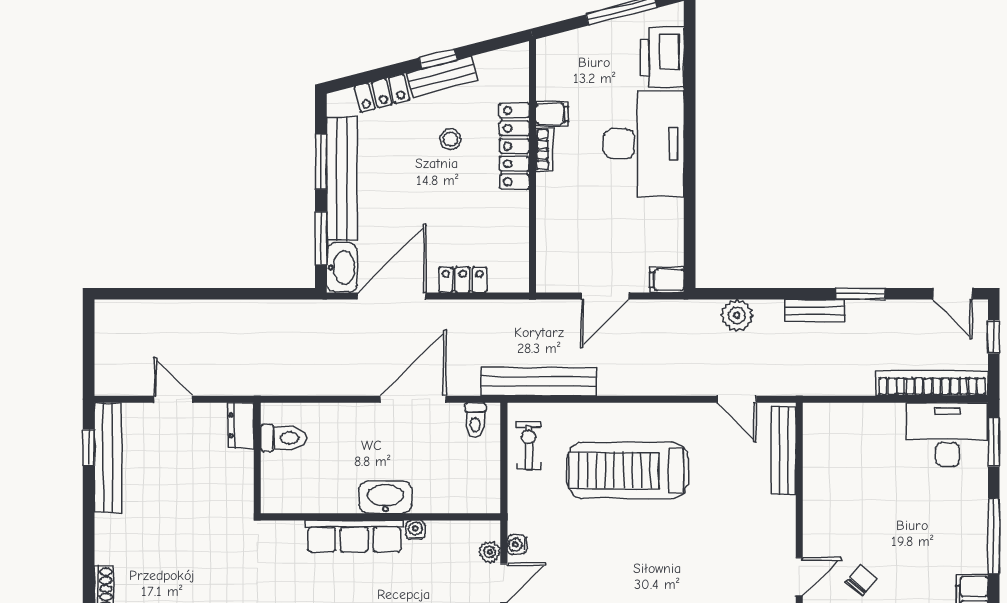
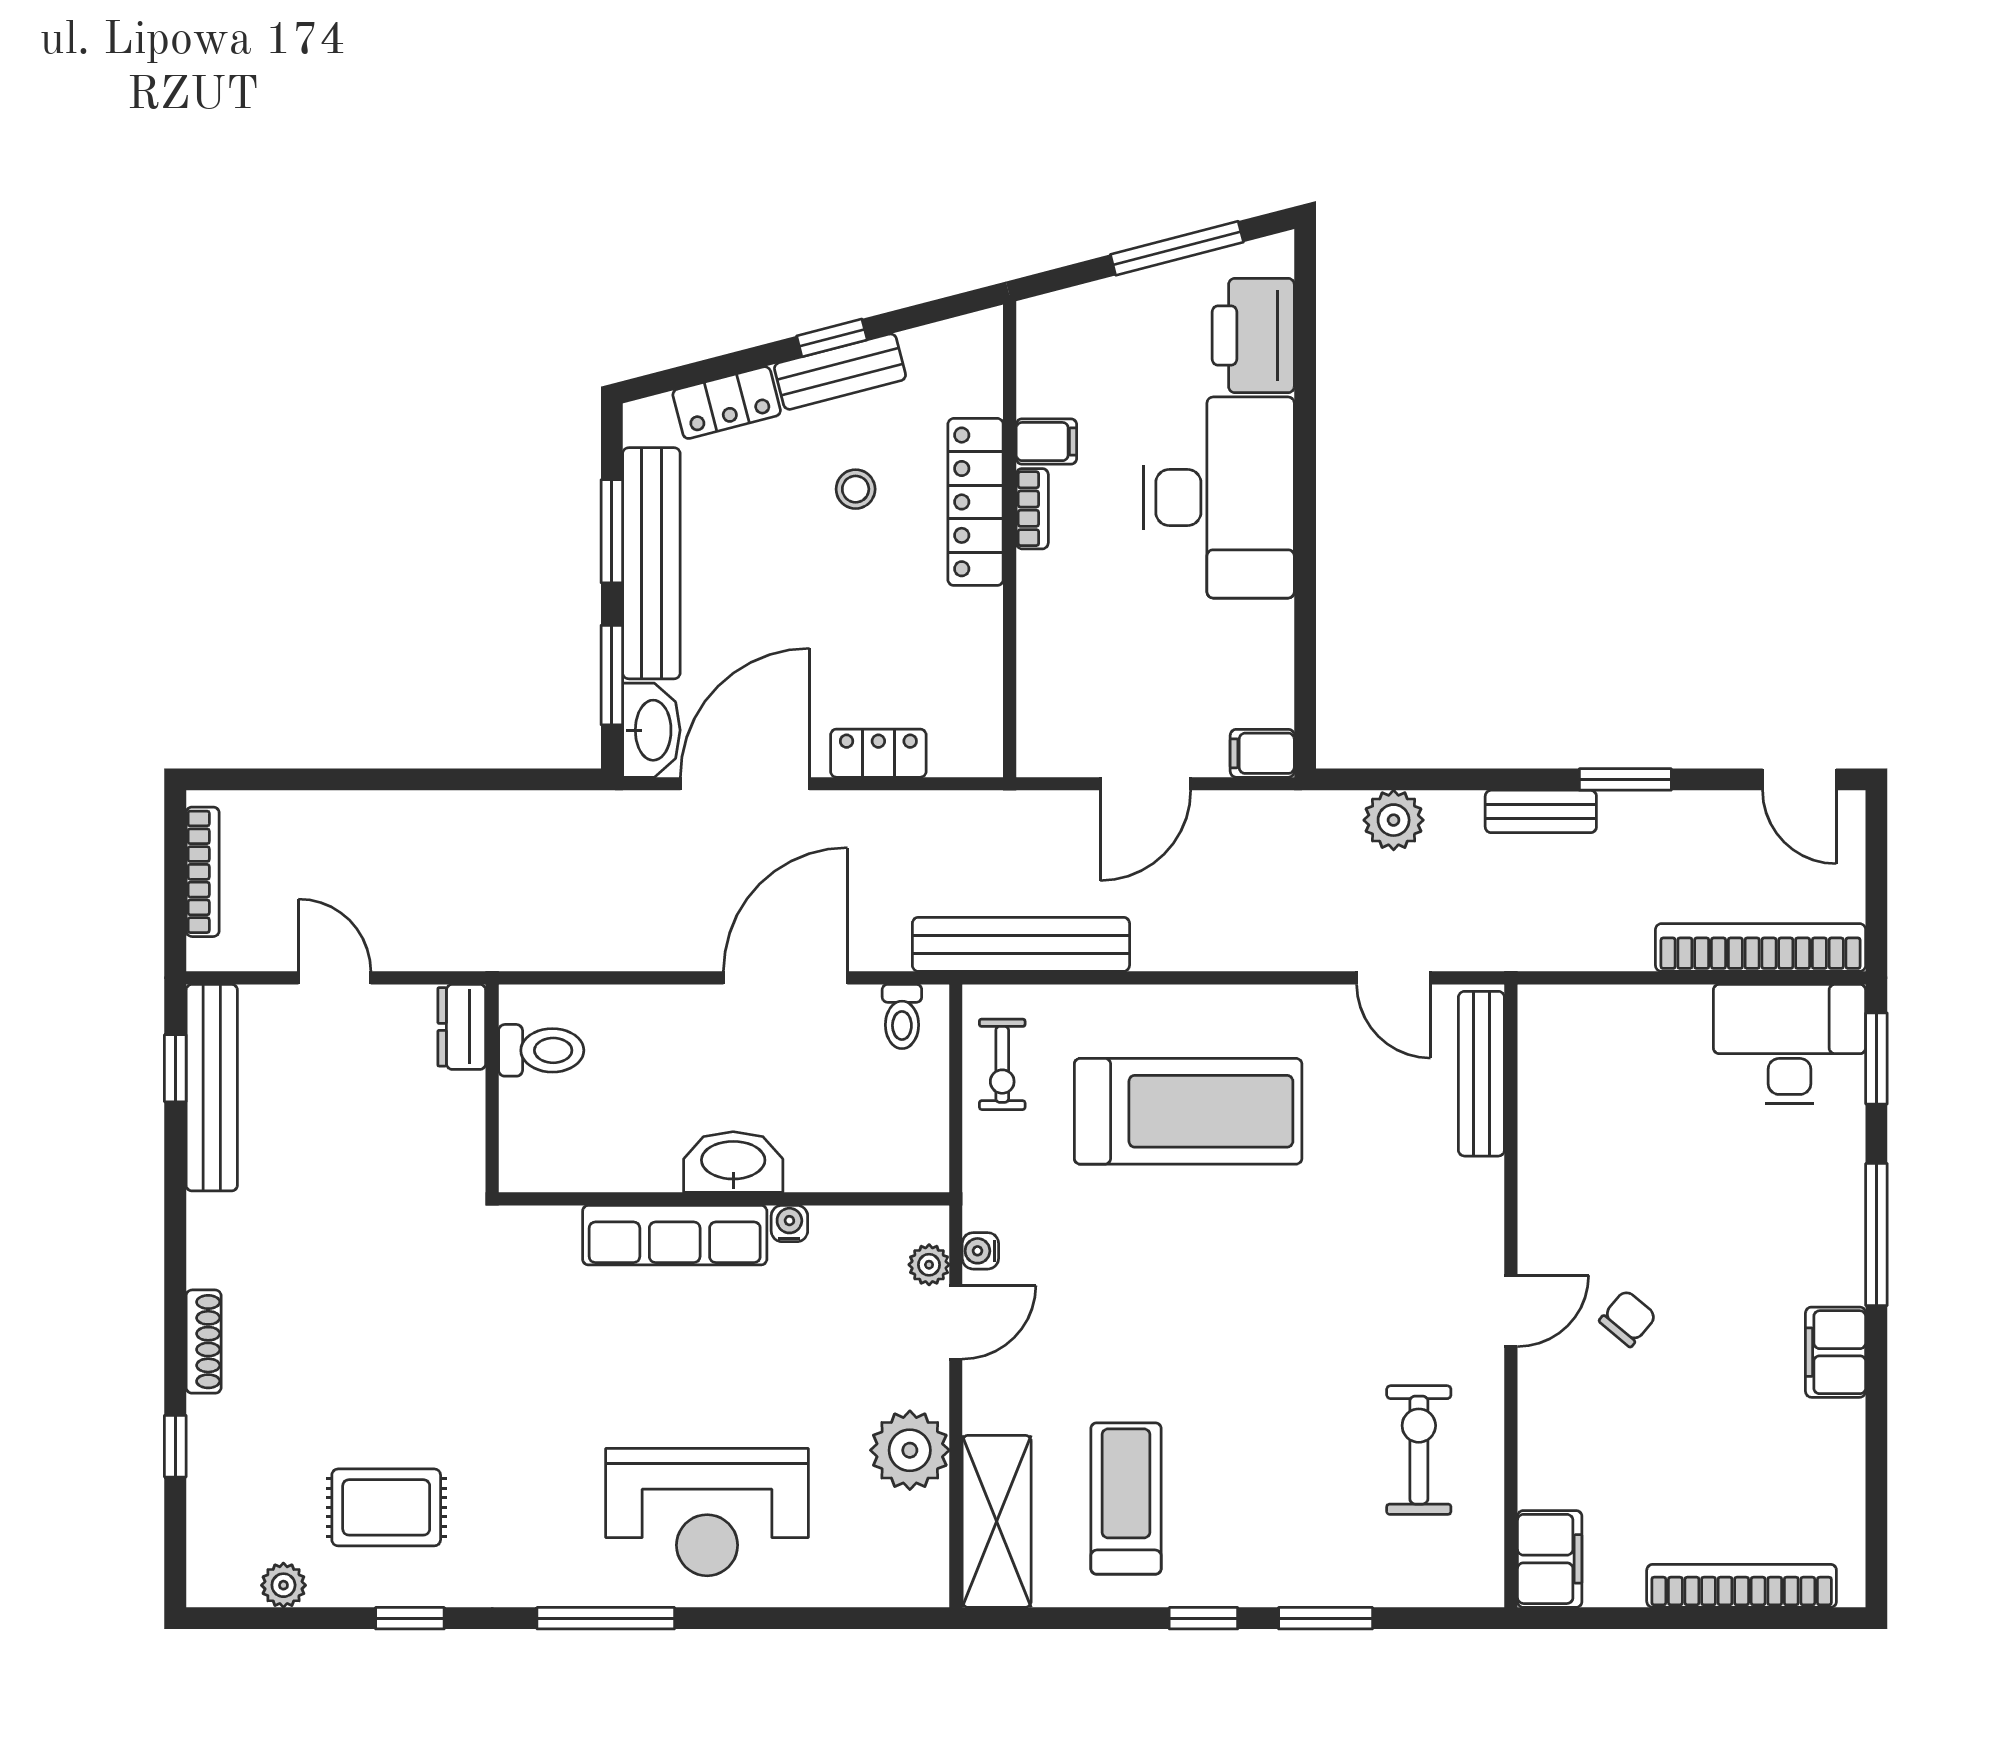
window: (994, 337) -> (1876, 861), removed
bookcase: (103, 343) -> (203, 872), added
exercise bike: (529, 445) -> (1002, 1064), turned 180
treadmill: (628, 470) -> (1188, 1111), turned 180

